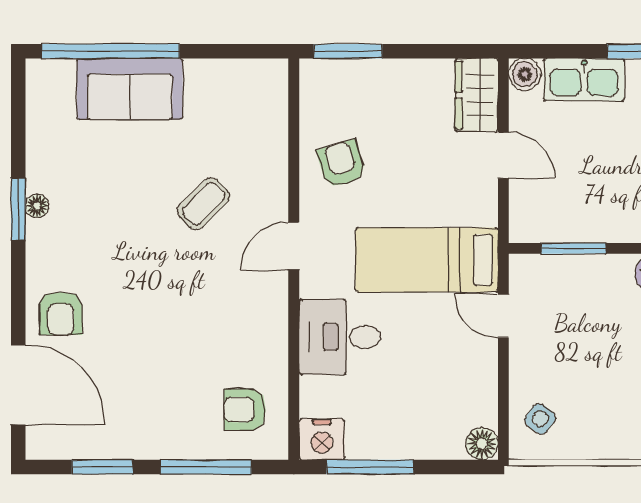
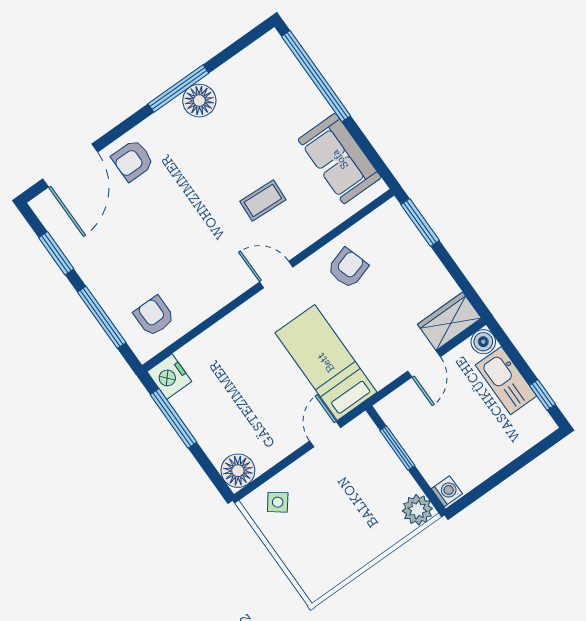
sofa: (130, 89) -> (340, 159), moved
coffee table: (204, 204) -> (263, 200), turned -42
floor lamp: (37, 206) -> (199, 101), width x1.89, depth x1.89
window: (18, 209) -> (178, 89), width x1.44
desk: (340, 337) -> (240, 343), removed
floor lamp: (482, 444) -> (238, 471), width x1.38, depth x1.38

